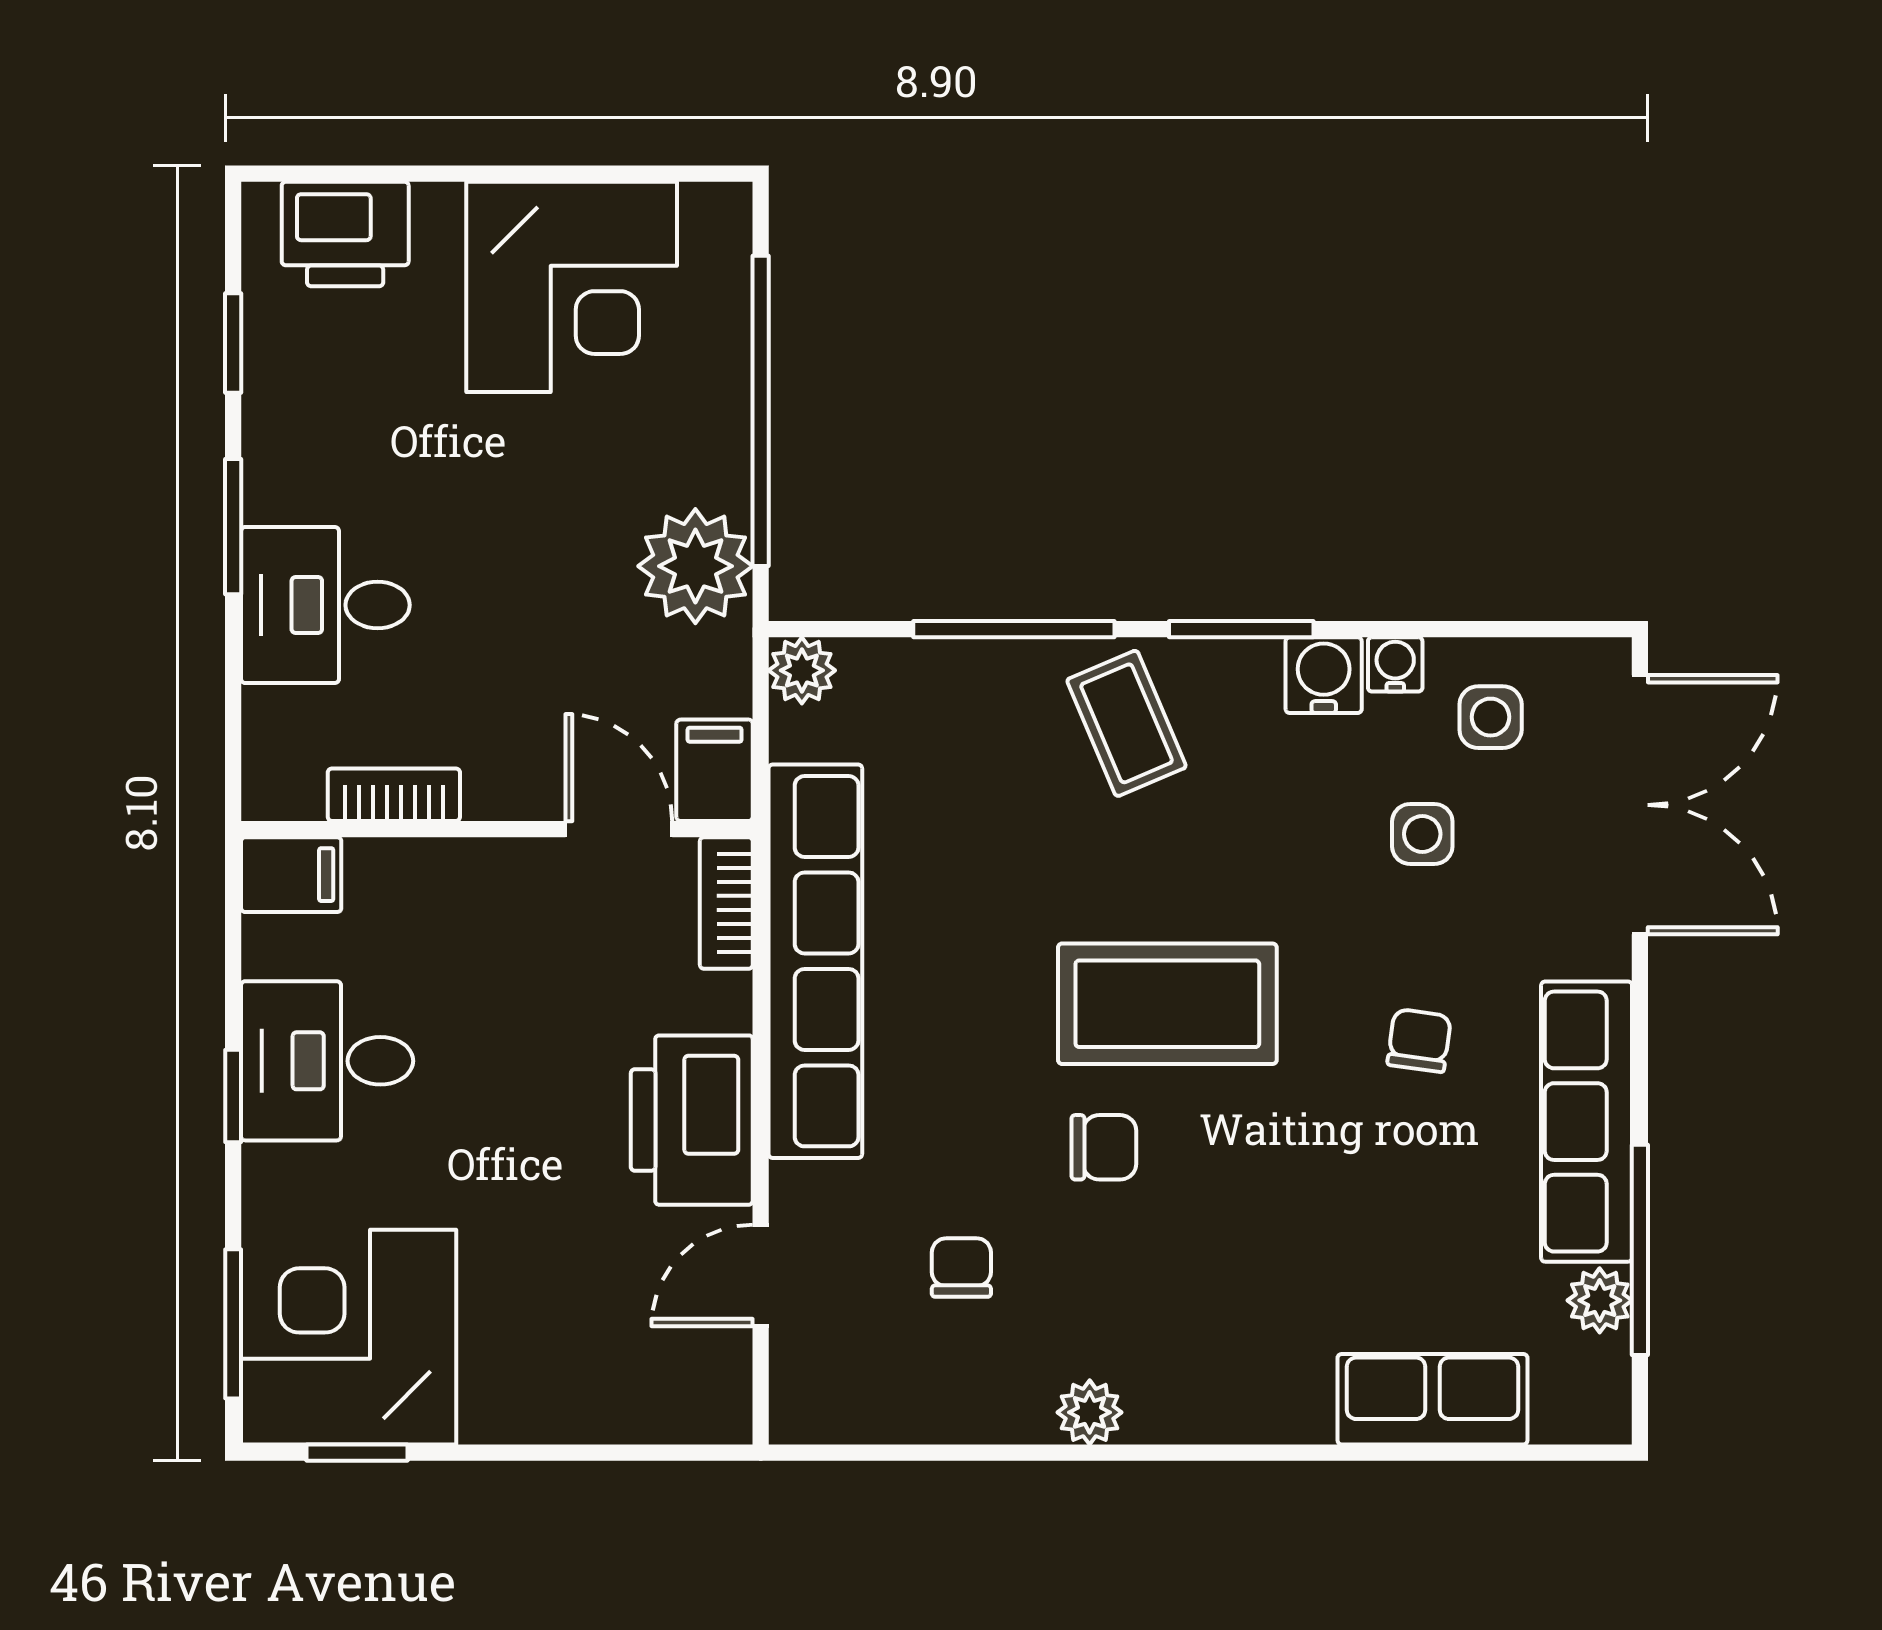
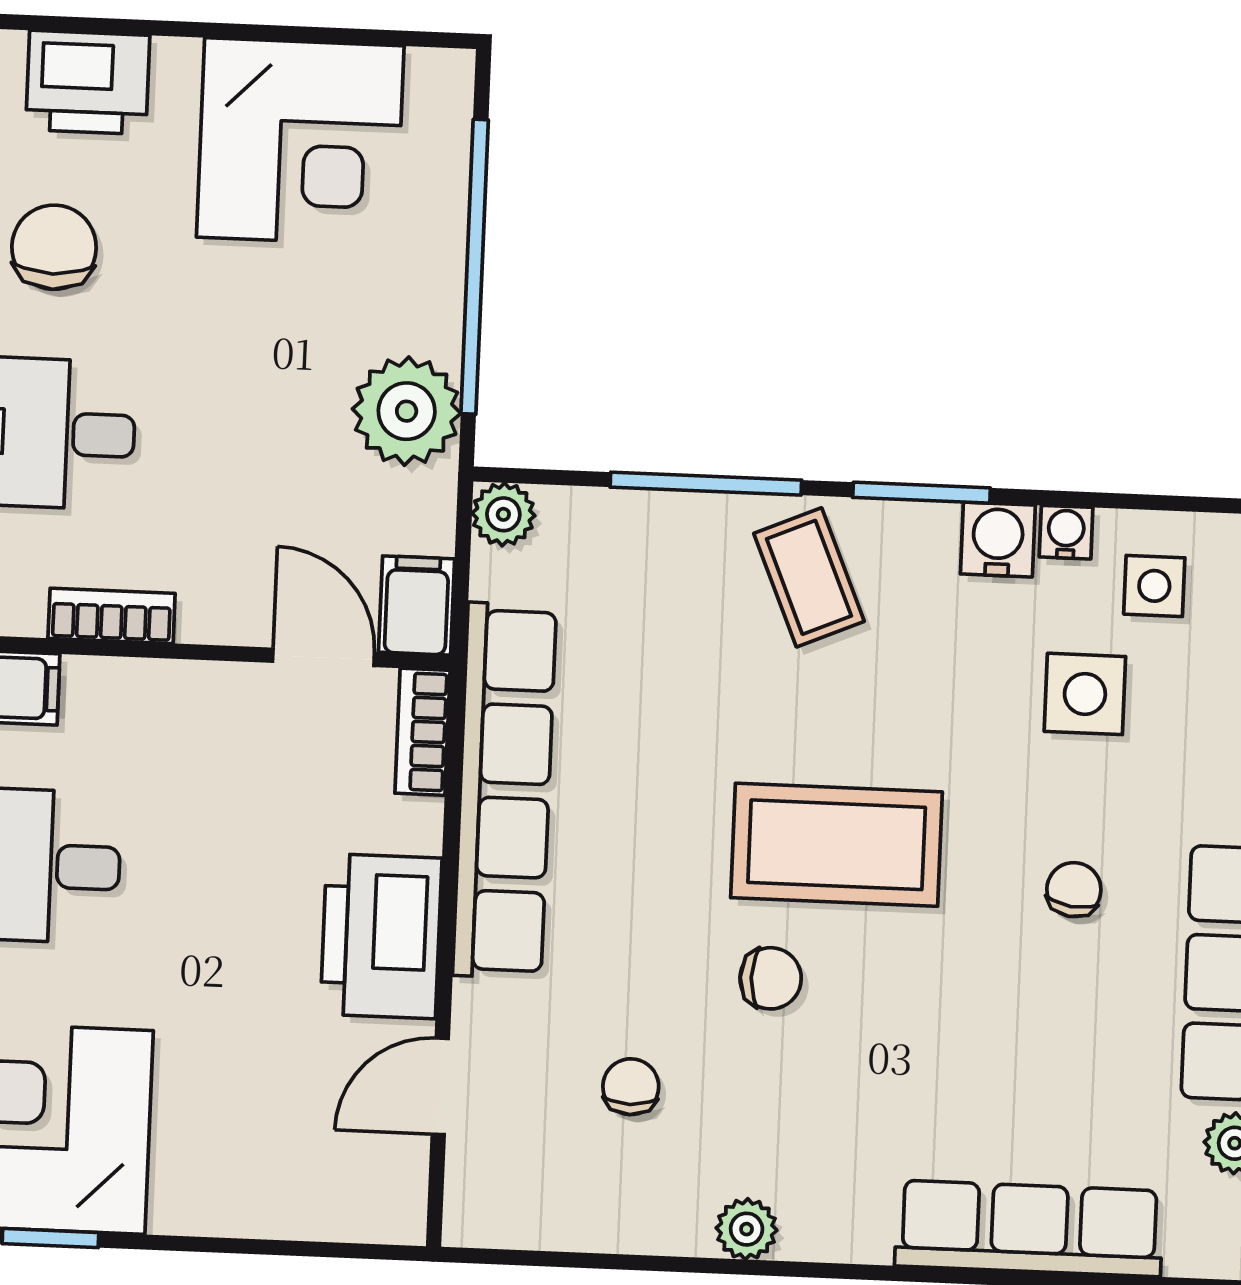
chair: (317, 409) -> (54, 247), added
side table: (1422, 834) -> (1085, 694), width x1.37, depth x1.37
row of seats: (1432, 1399) -> (1029, 1228), width x1.48

